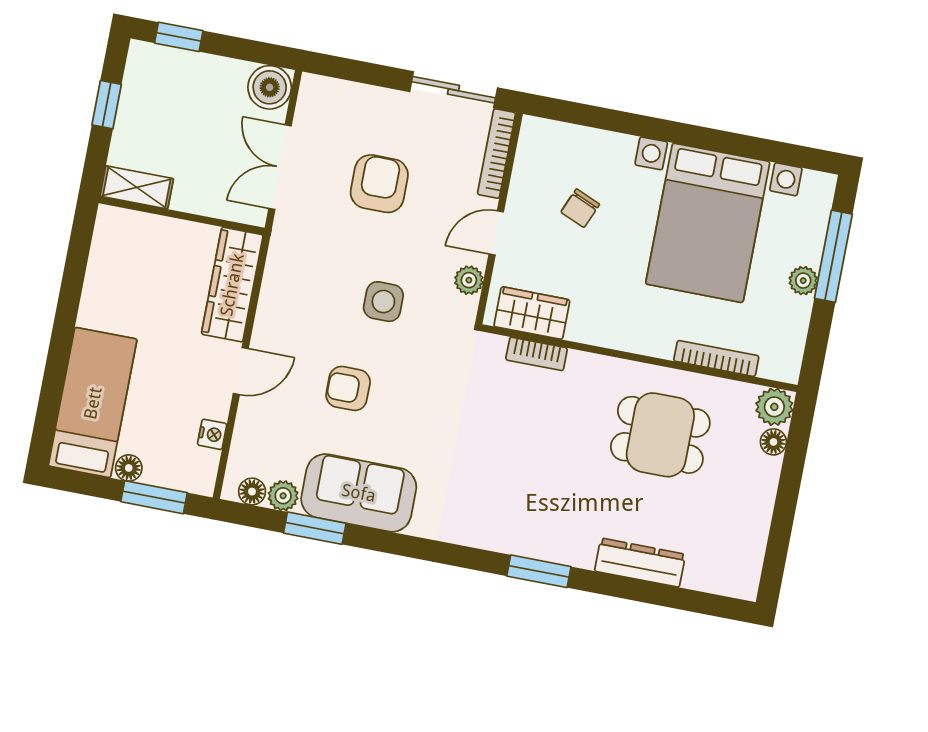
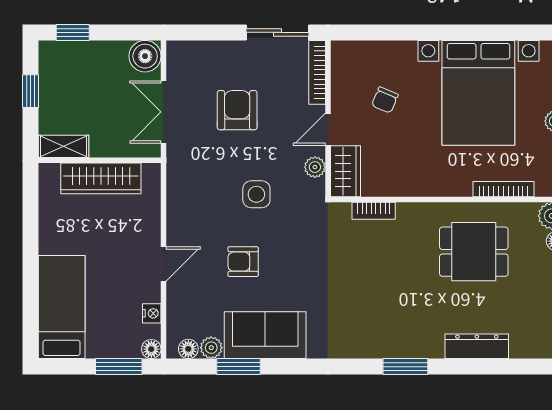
wardrobe: (232, 285) -> (101, 178), moved, turned -90
wardrobe: (532, 313) -> (345, 171), moved, turned 90
floor lamp: (129, 468) -> (151, 349), moved

